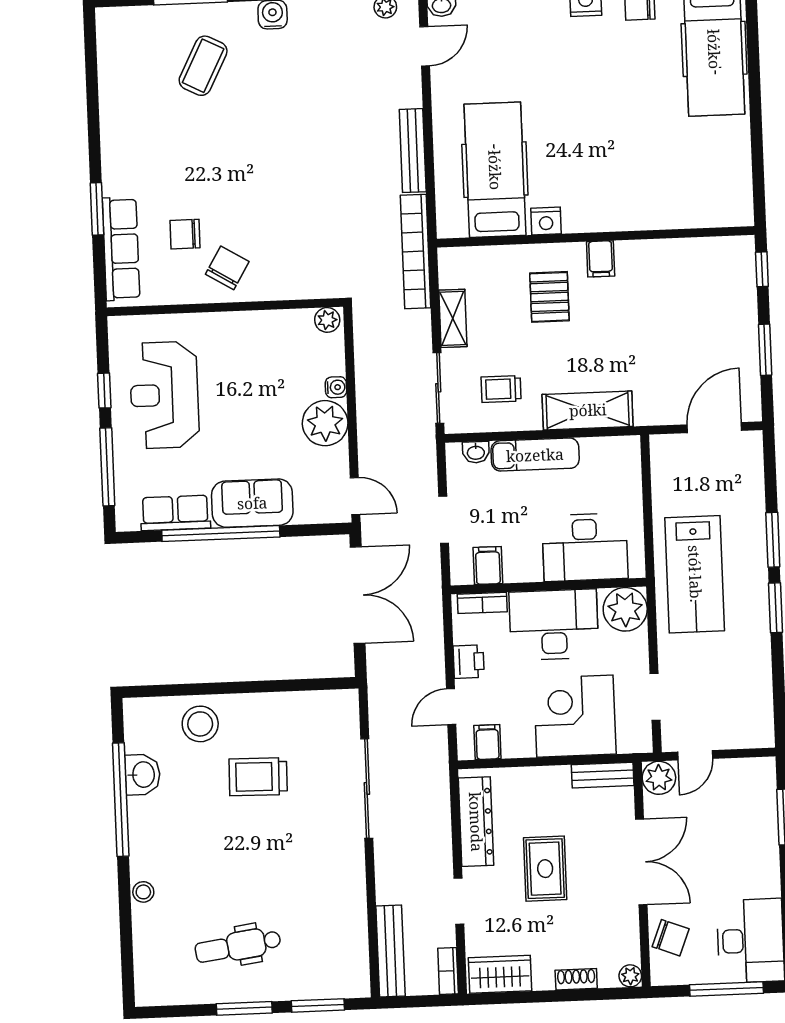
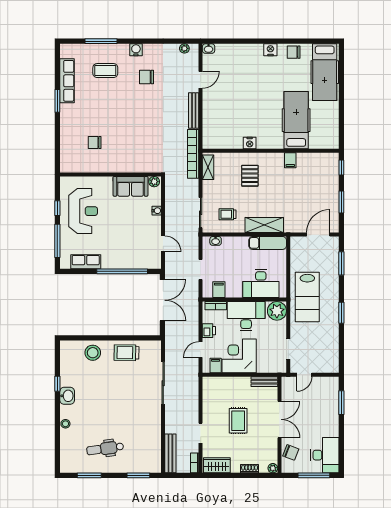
door: (425, 46) -> (201, 80), moved
coffee table: (203, 66) -> (105, 71), turned 63
hospital bed: (495, 170) -> (296, 120), moved
window: (97, 209) -> (57, 101), moved
row of seats: (121, 249) -> (67, 81), moved
filing cabinet: (601, 259) -> (290, 160), moved
chair: (227, 268) -> (146, 77), moved, turned -121
shelving: (453, 318) -> (208, 167), moved
reception desk: (164, 395) -> (83, 211), turned 180
plant: (325, 423) -> (151, 226), removed
exam couch: (535, 455) -> (268, 243), moved
door: (355, 496) -> (163, 244), moved
sofa: (252, 503) -> (131, 186), moved, turned 180
window: (221, 534) -> (122, 271), moved
window: (773, 540) -> (341, 263), moved
corner desk: (575, 716) -> (239, 356), moved
washbasin: (143, 775) -> (67, 396), moved
trolley: (258, 777) -> (127, 353), moved
plant: (659, 778) -> (288, 384), removed
window: (121, 800) -> (57, 384), width x0.32
dresser: (476, 822) -> (209, 399), removed
window: (244, 1008) -> (89, 475), moved

